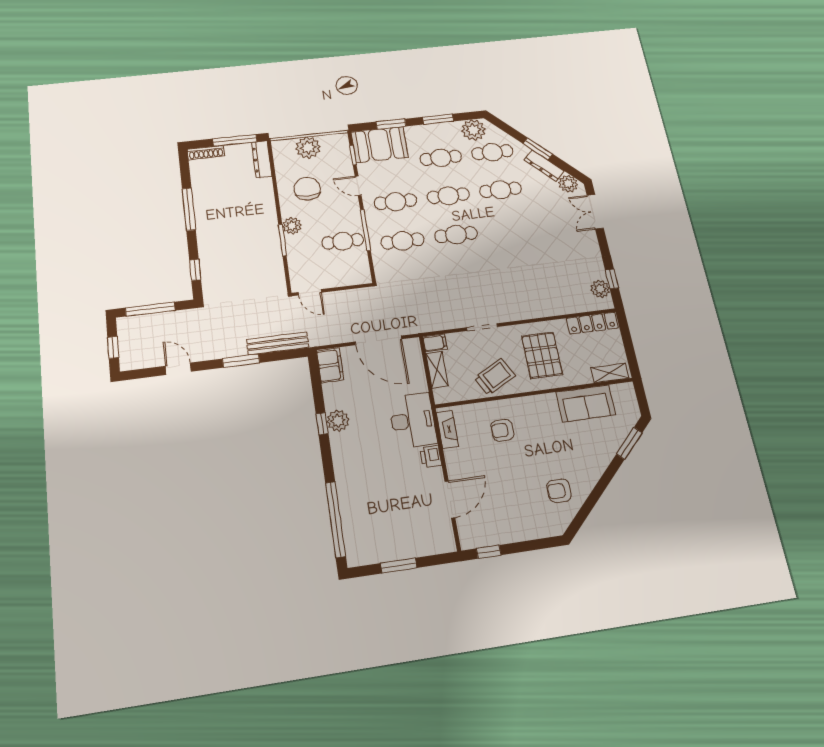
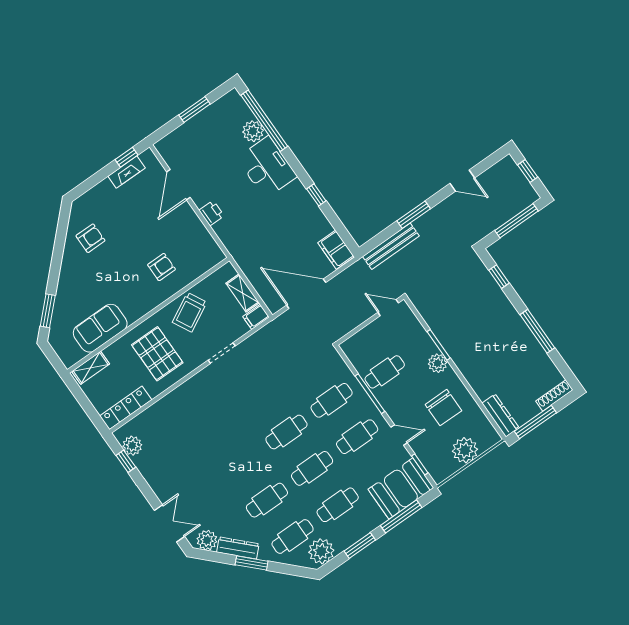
window: (391, 124) -> (401, 516), width x1.44
desk: (413, 420) -> (267, 167), moved, turned 180
plant: (338, 421) -> (253, 131), moved
fireplace: (447, 430) -> (127, 172), moved, turned -90

